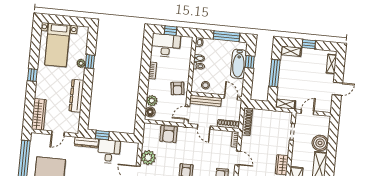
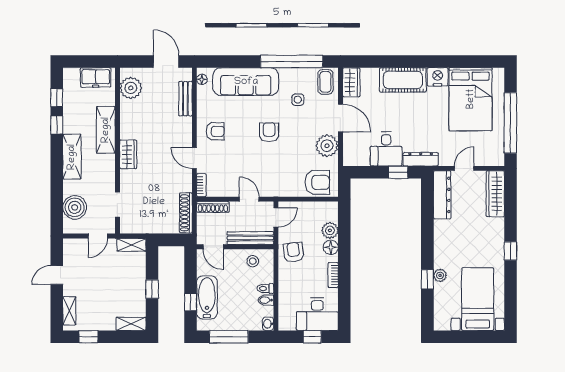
window: (309, 44) -> (88, 337), moved
window: (275, 73) -> (152, 289), width x0.46
dresser: (76, 96) -> (442, 195), moved
floor lamp: (150, 112) -> (331, 247), moved
armchair: (168, 134) -> (317, 182), moved, turned 90
boiler: (320, 143) -> (75, 207), moved

